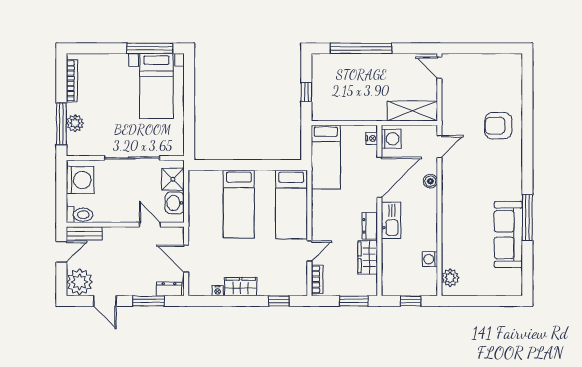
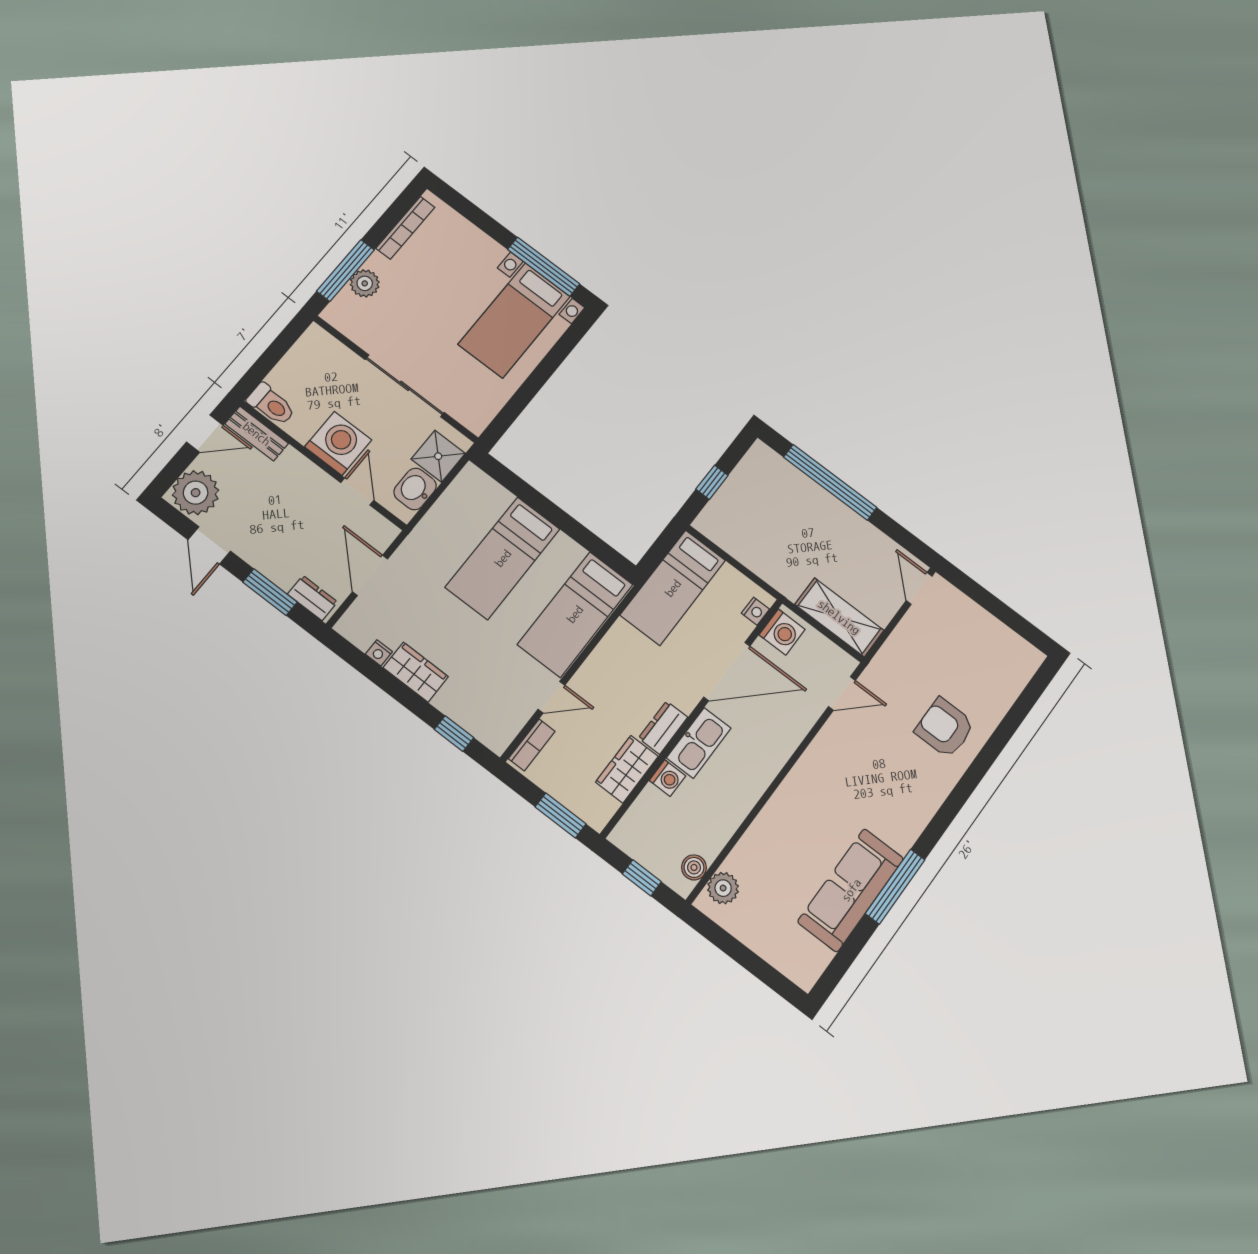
washing machine: (80, 180) -> (338, 443), moved, turned -90
boiler: (430, 181) -> (694, 867), moved
washing machine: (430, 259) -> (667, 778), moved, turned 180

